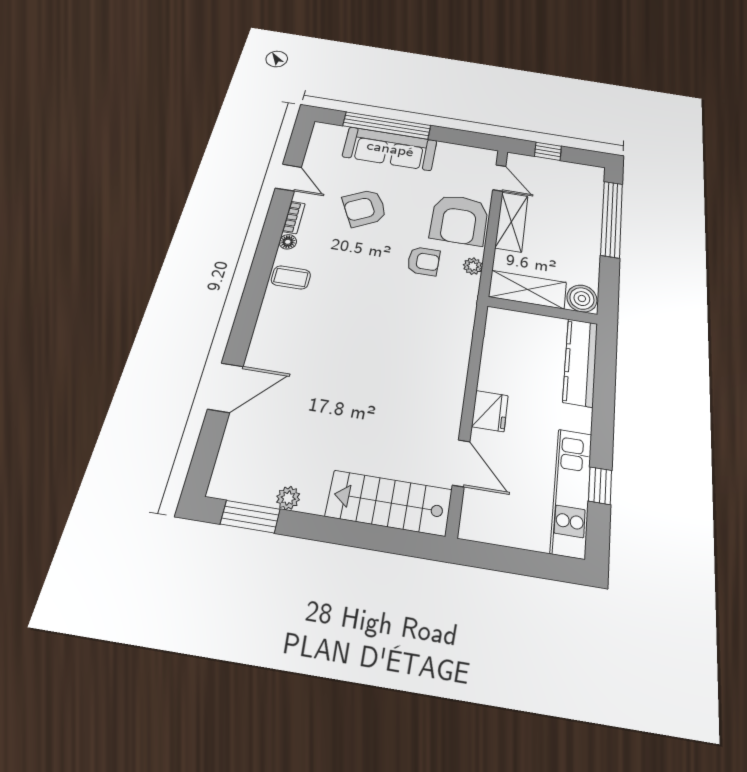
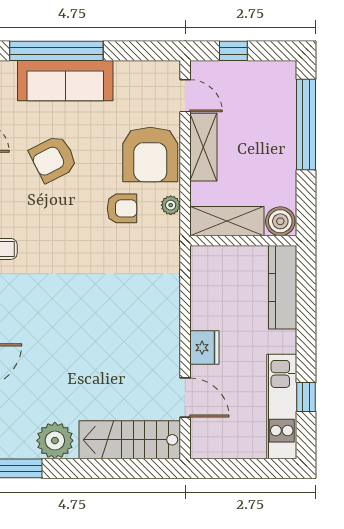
plant: (288, 498) -> (55, 441), width x1.88, depth x1.88

